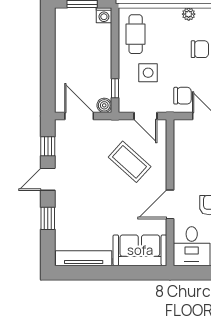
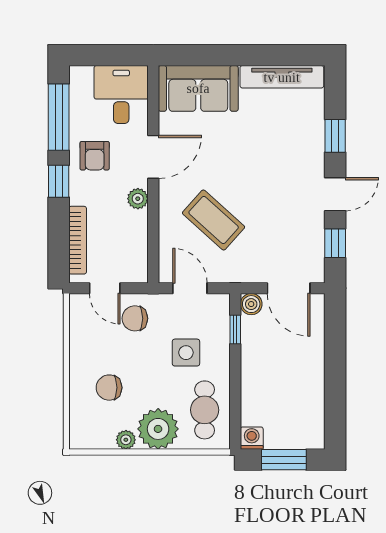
plant: (167, 21) -> (158, 429), added
plant: (181, 176) -> (138, 199), added

